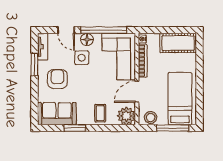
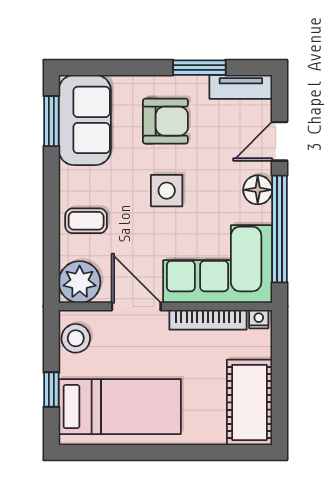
side table: (82, 58) -> (167, 191), moved
window: (75, 128) -> (51, 121), moved
window: (173, 128) -> (51, 390), width x0.46

